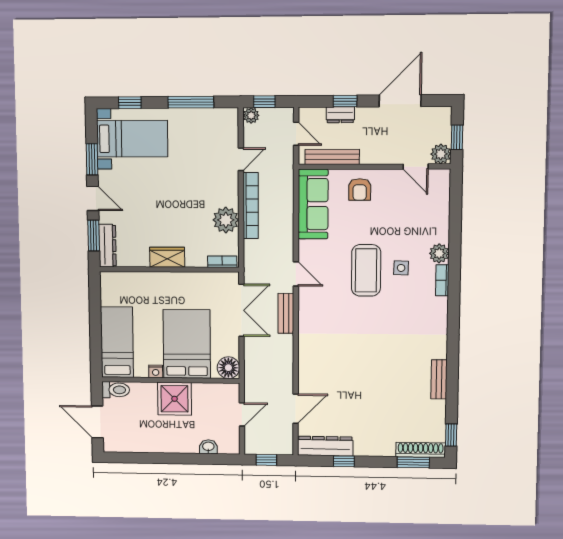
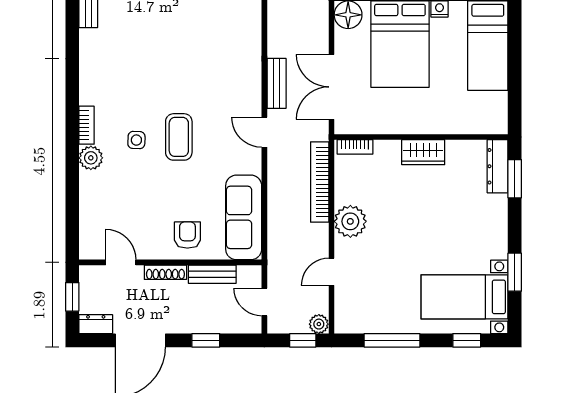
dresser: (340, 115) -> (96, 324), moved
plant: (441, 154) -> (91, 277), removed
bench: (332, 157) -> (212, 274), width x0.73
shoe rack: (378, 158) -> (165, 272), added
door: (93, 199) -> (515, 224), removed
bookcase: (251, 206) -> (320, 182), moved
plant: (226, 220) -> (350, 221), moved
coffee table: (366, 270) -> (179, 137), width x0.73, depth x0.76

